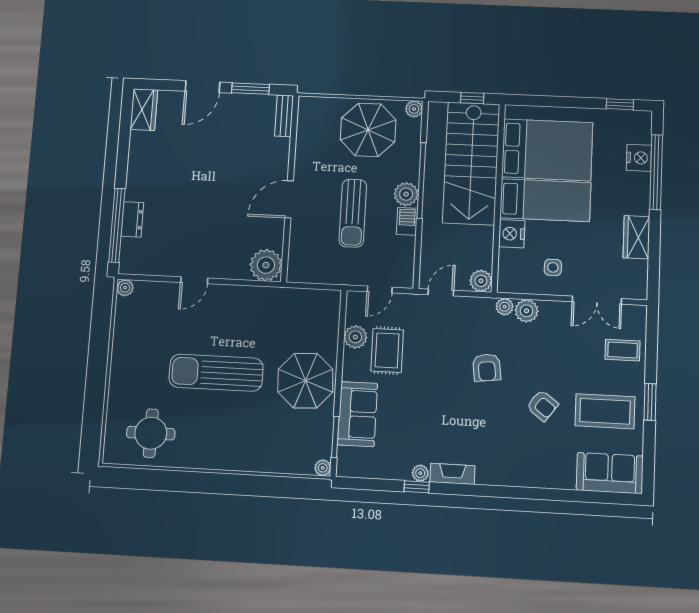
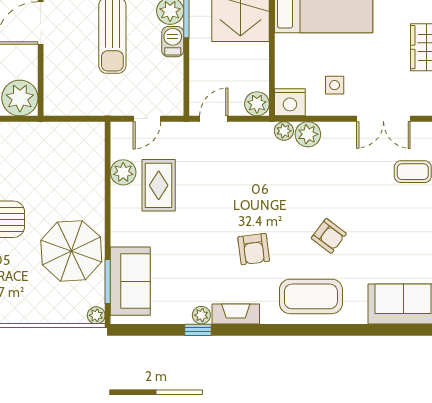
nightstand: (512, 234) -> (290, 102), moved, turned -90
armchair: (487, 368) -> (254, 249), moved
parasol: (305, 381) -> (71, 251), moved
coffee table: (605, 411) -> (311, 296), moved
sofa: (357, 414) -> (130, 281), moved

